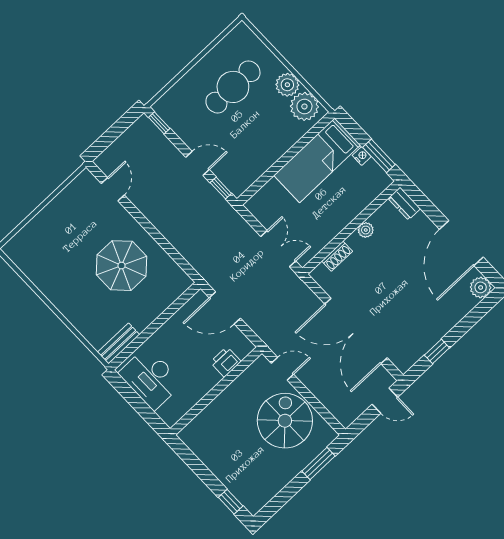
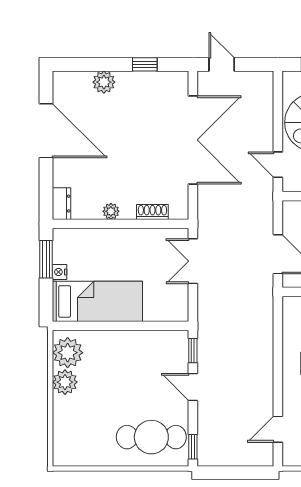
cafe table: (233, 87) -> (151, 437), moved
door: (461, 243) -> (46, 131), hinge flipped
plant: (481, 287) -> (104, 82), moved

